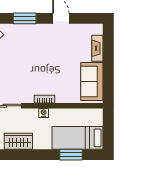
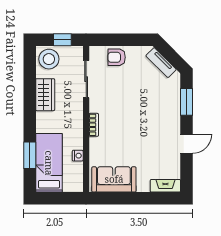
fireplace: (97, 48) -> (165, 186), moved
nightstand: (44, 113) -> (78, 156), moved

